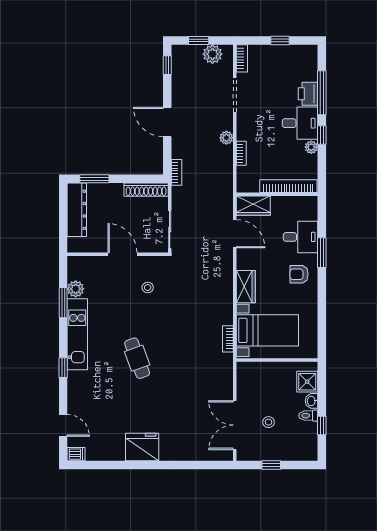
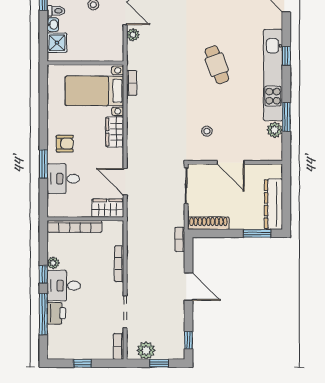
plant: (226, 138) -> (133, 35), moved
bookcase: (241, 153) -> (119, 264), width x1.56
kitchen unit: (77, 334) -> (273, 75), width x1.36

